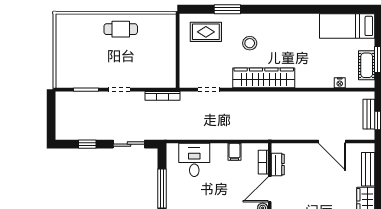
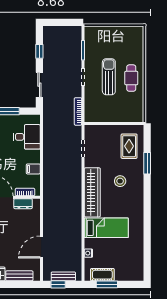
bed: (347, 26) -> (106, 228), moved, turned 90
sun lounger: (119, 57) -> (109, 77), added

